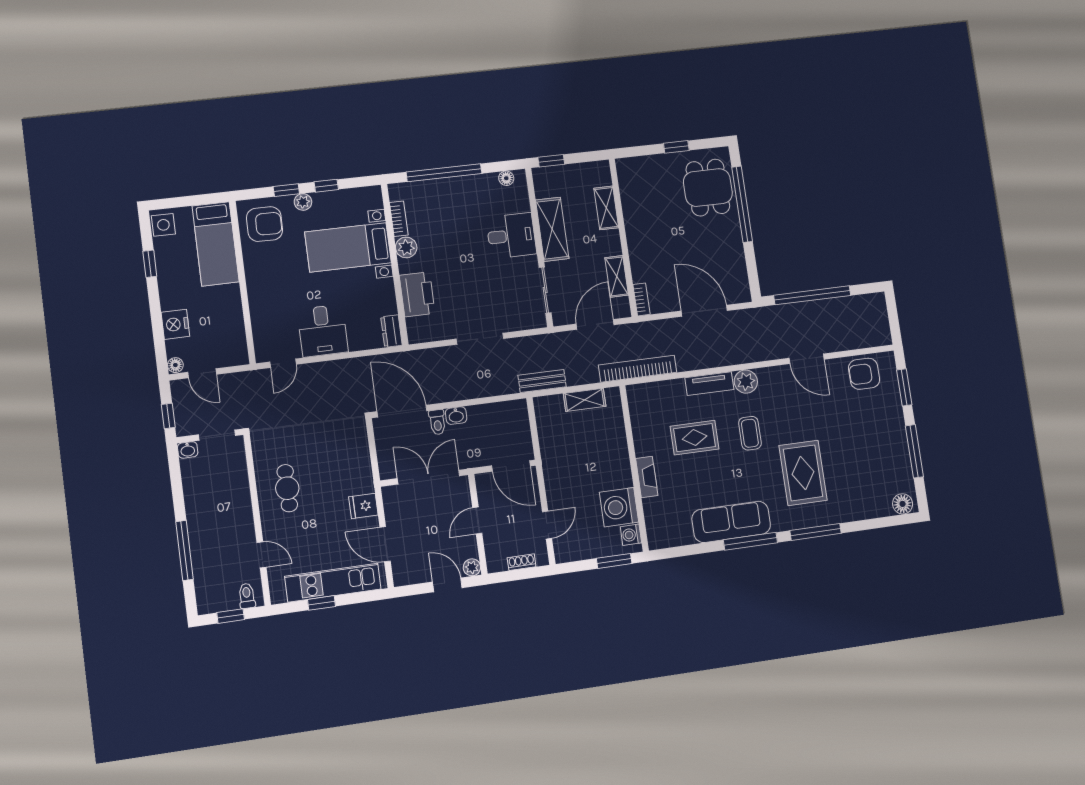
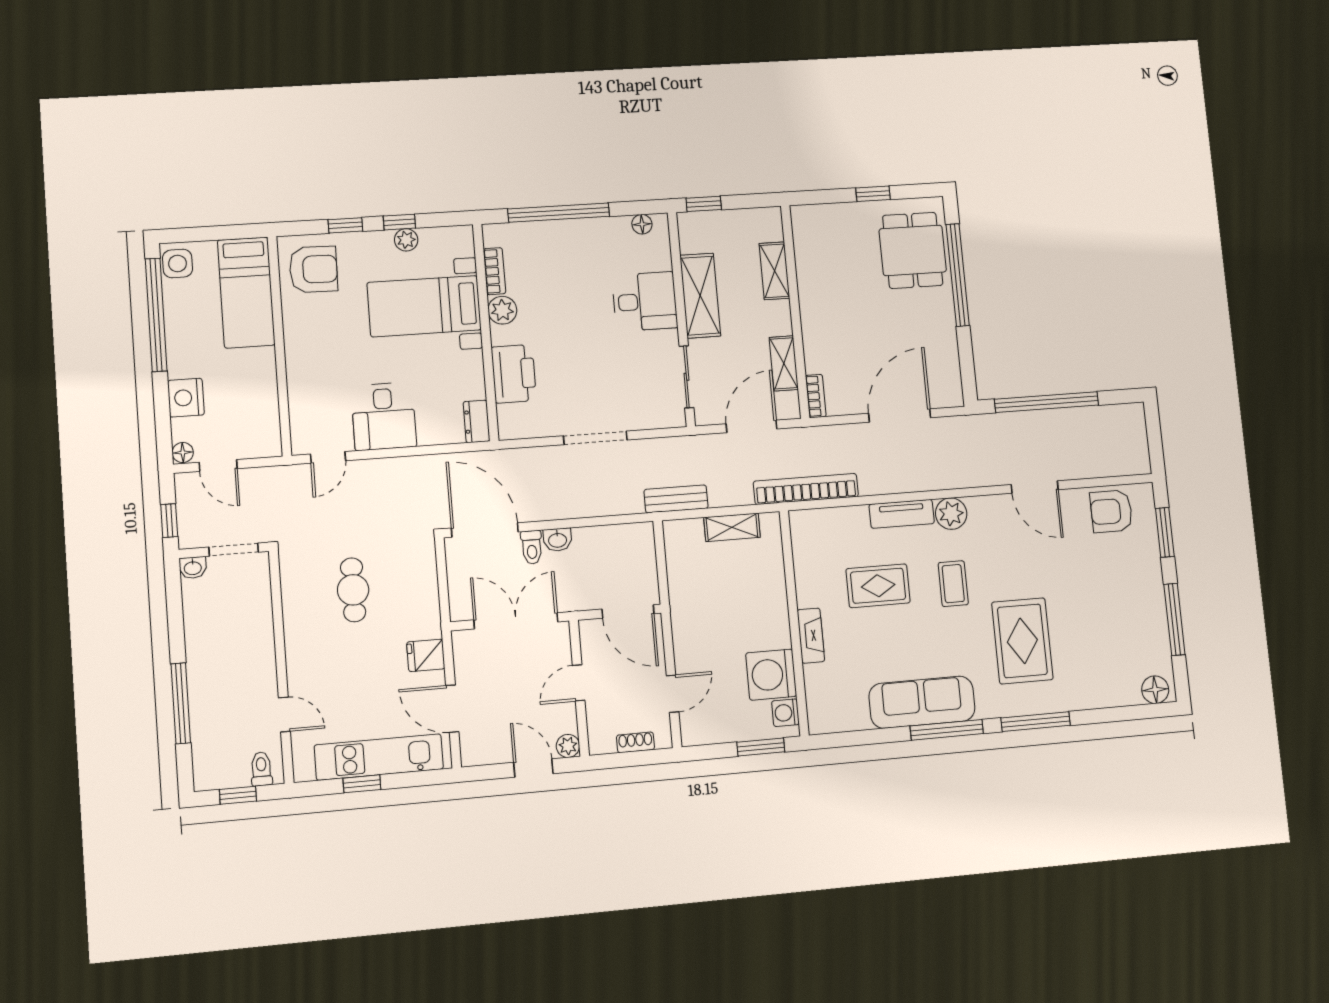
plant: (303, 202) -> (406, 240), moved
window: (150, 264) -> (156, 315), width x3.17
door: (704, 311) -> (900, 416), hinge flipped
cafe table: (287, 488) -> (353, 590), moved

